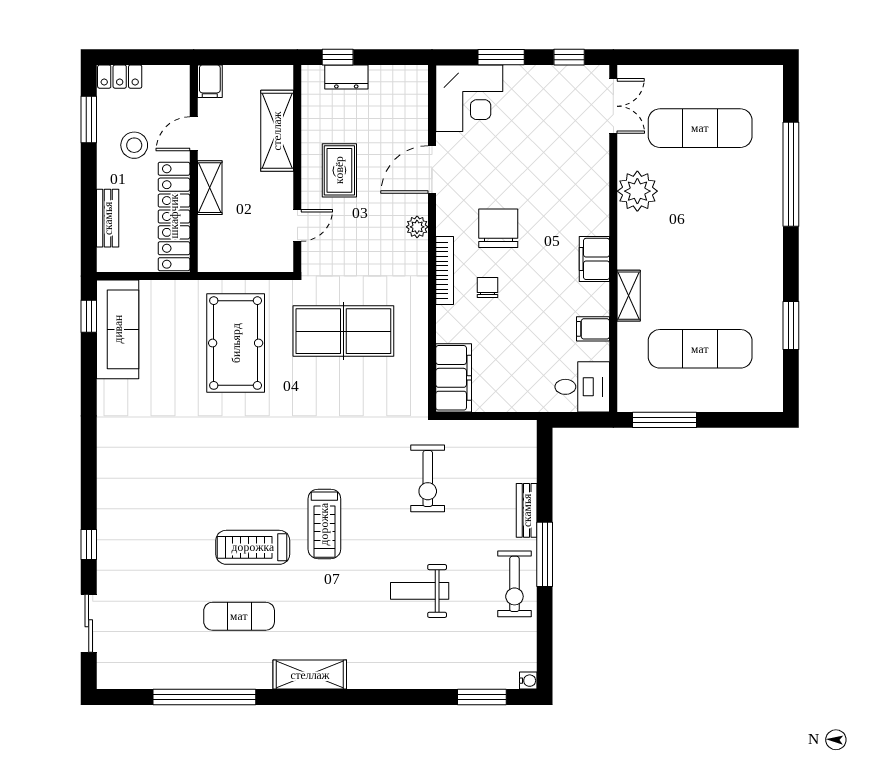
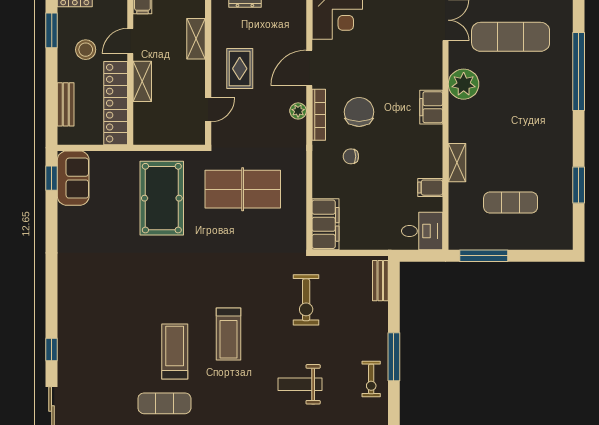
shelving: (277, 131) -> (196, 39), width x0.67, depth x0.75
filing cabinet: (594, 259) -> (431, 107), moved
bookcase: (445, 271) -> (319, 115), moved
chair: (487, 287) -> (351, 156), turned -90
sofa: (118, 329) -> (73, 178), width x0.73
exercise mat: (700, 349) -> (511, 203), width x0.73, depth x0.69
bench: (527, 510) -> (380, 281), moved
treadmill: (253, 547) -> (175, 352), turned 90
exercise bike: (514, 584) -> (371, 379), width x0.73, depth x0.72

